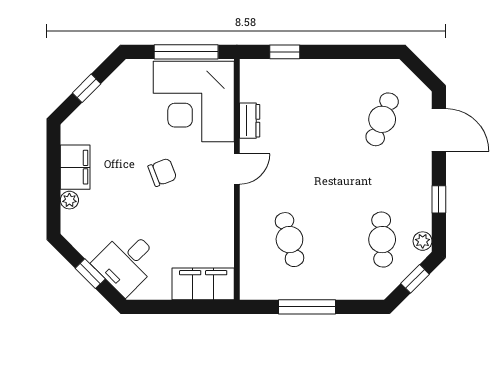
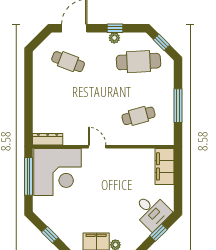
window: (285, 52) -> (29, 119), removed
dresser: (250, 121) -> (48, 139), moved, width x1.44
chair: (162, 172) -> (99, 190), removed
cafe table: (382, 240) -> (139, 62), width x1.37, depth x1.35
plant: (423, 241) -> (114, 38), moved

